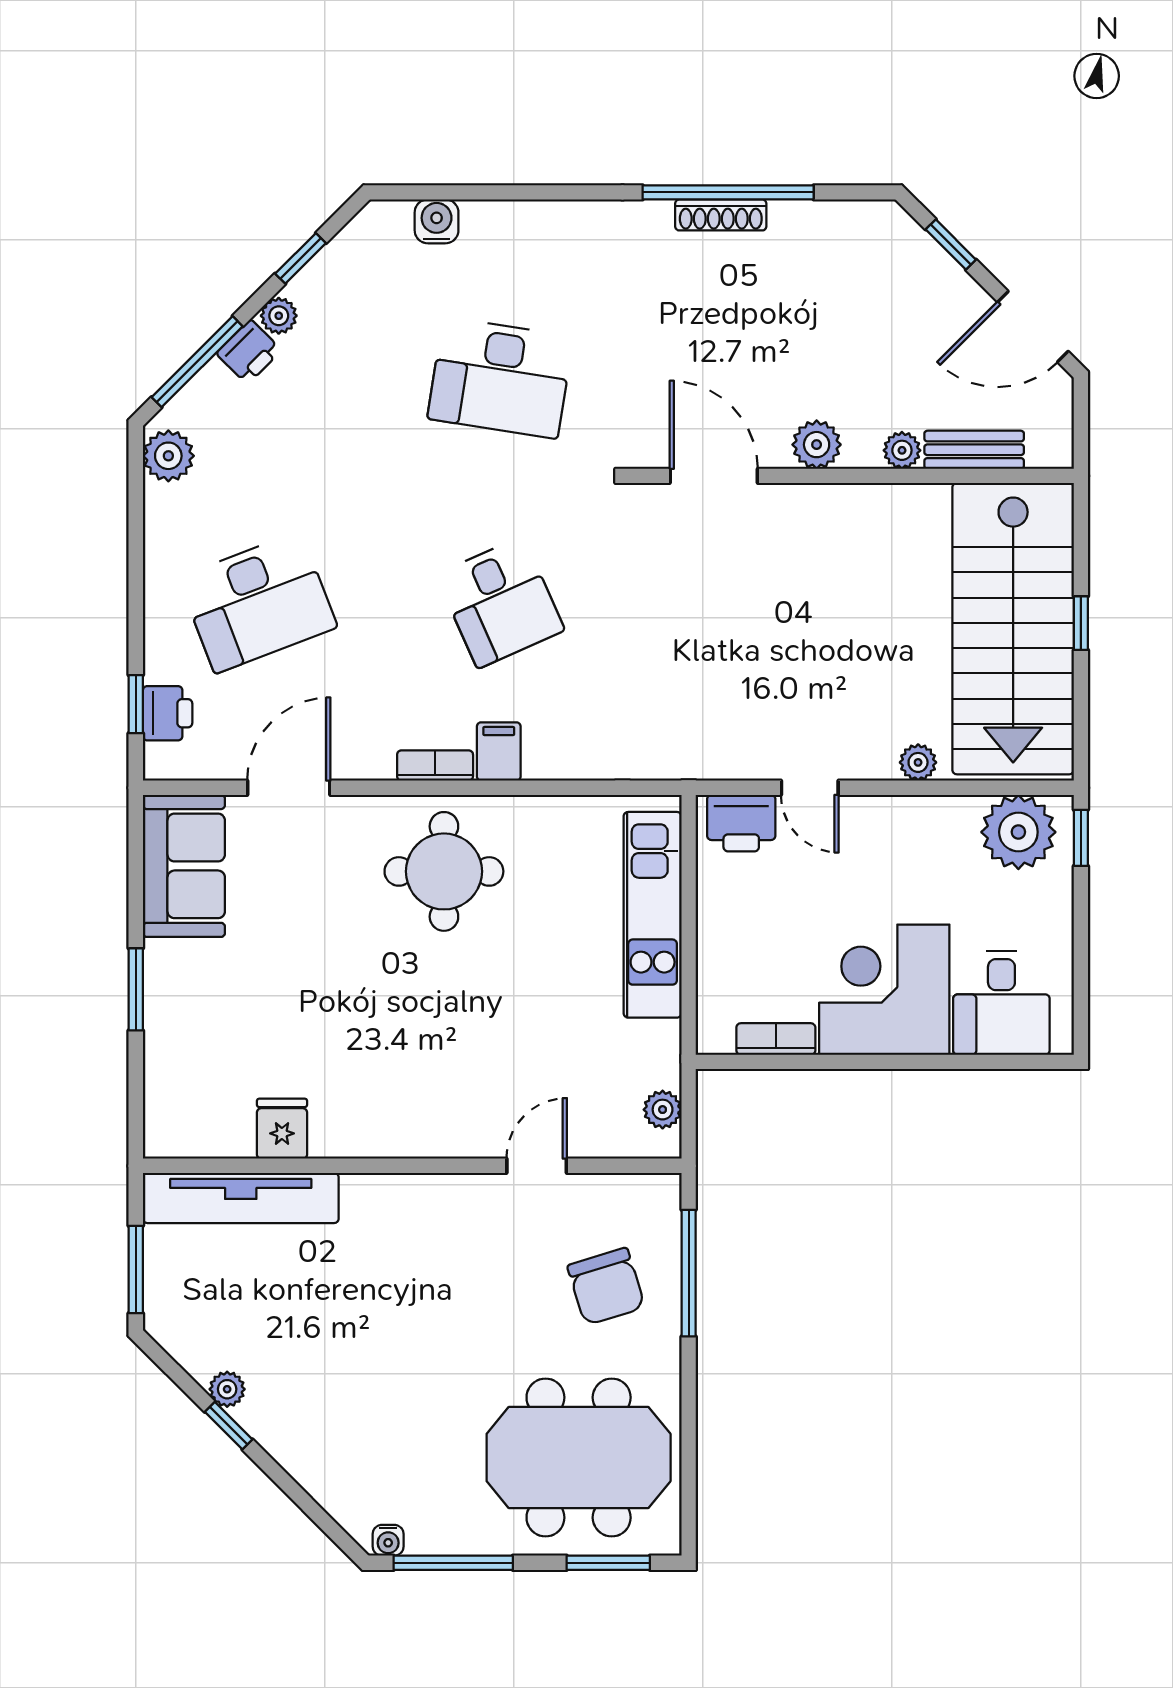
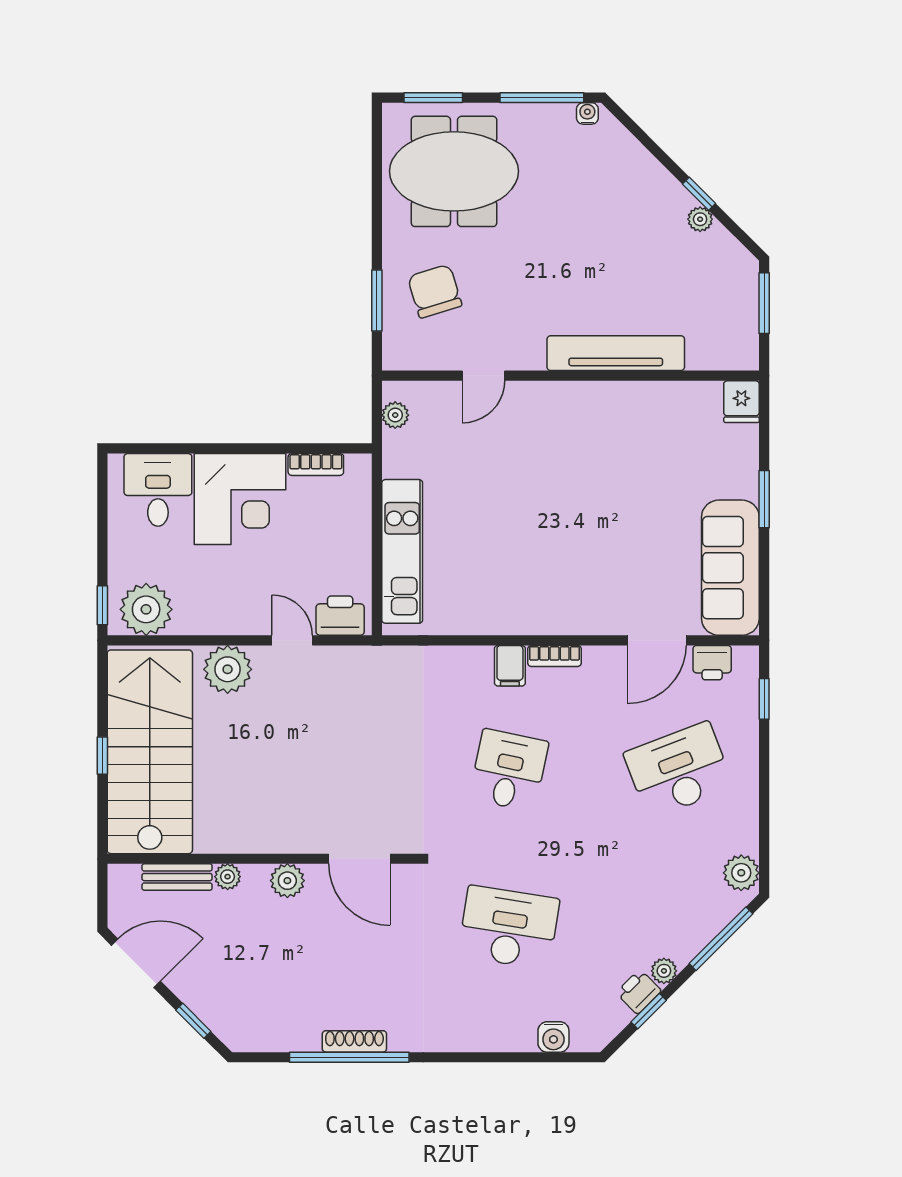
printer: (249, 352) -> (639, 992), moved
desk: (500, 602) -> (509, 770), turned 36
printer: (168, 713) -> (712, 663), moved, turned -90
plant: (918, 762) -> (228, 669), width x1.87, depth x1.87
sofa: (184, 866) -> (730, 568), width x1.36
round table: (444, 871) -> (548, 582), removed
fridge: (282, 1129) -> (741, 402), moved
tv unit: (241, 1198) -> (616, 353), moved
window: (689, 1273) -> (377, 301), width x0.69

